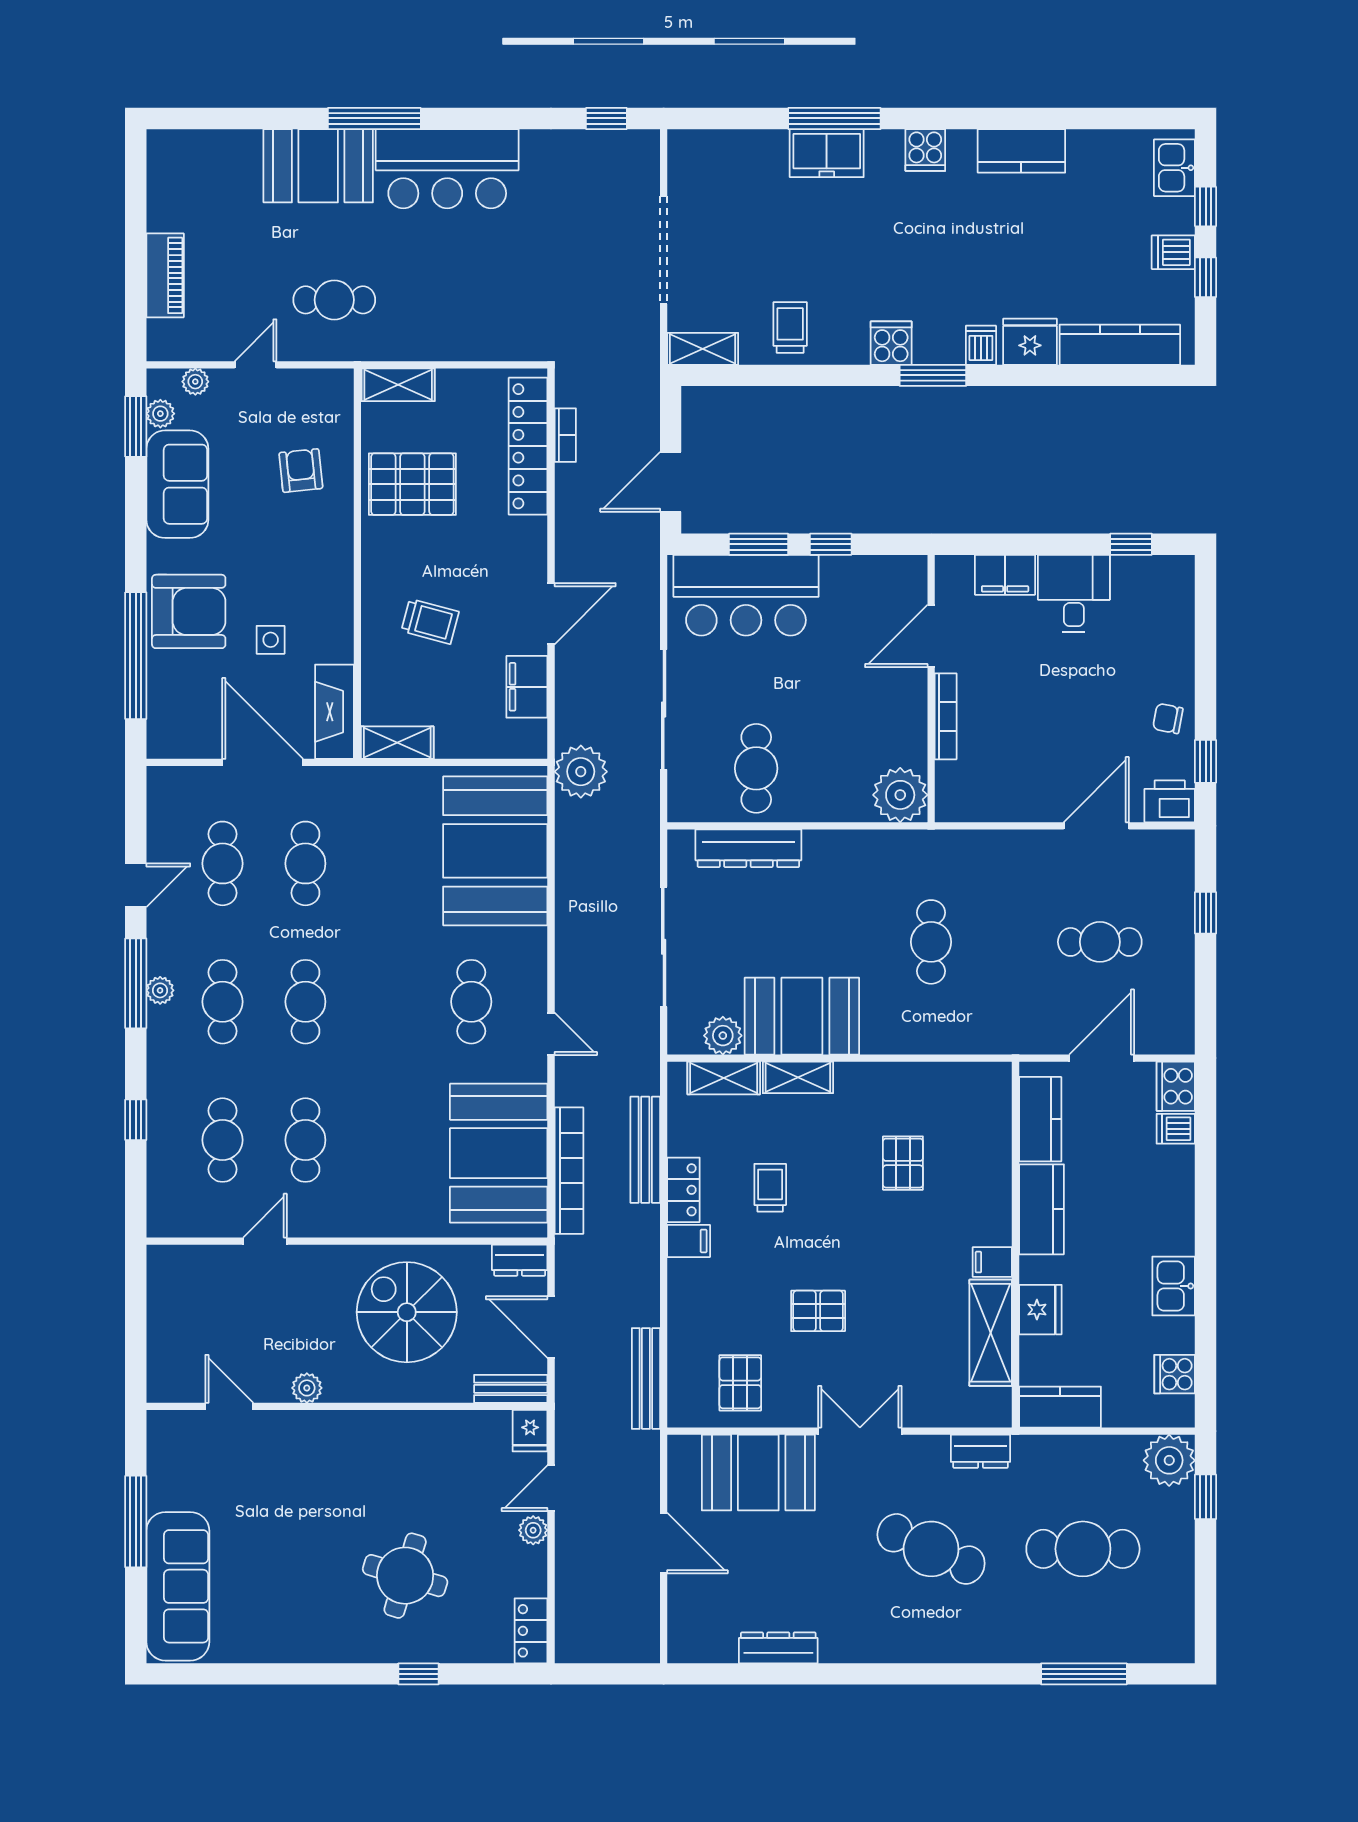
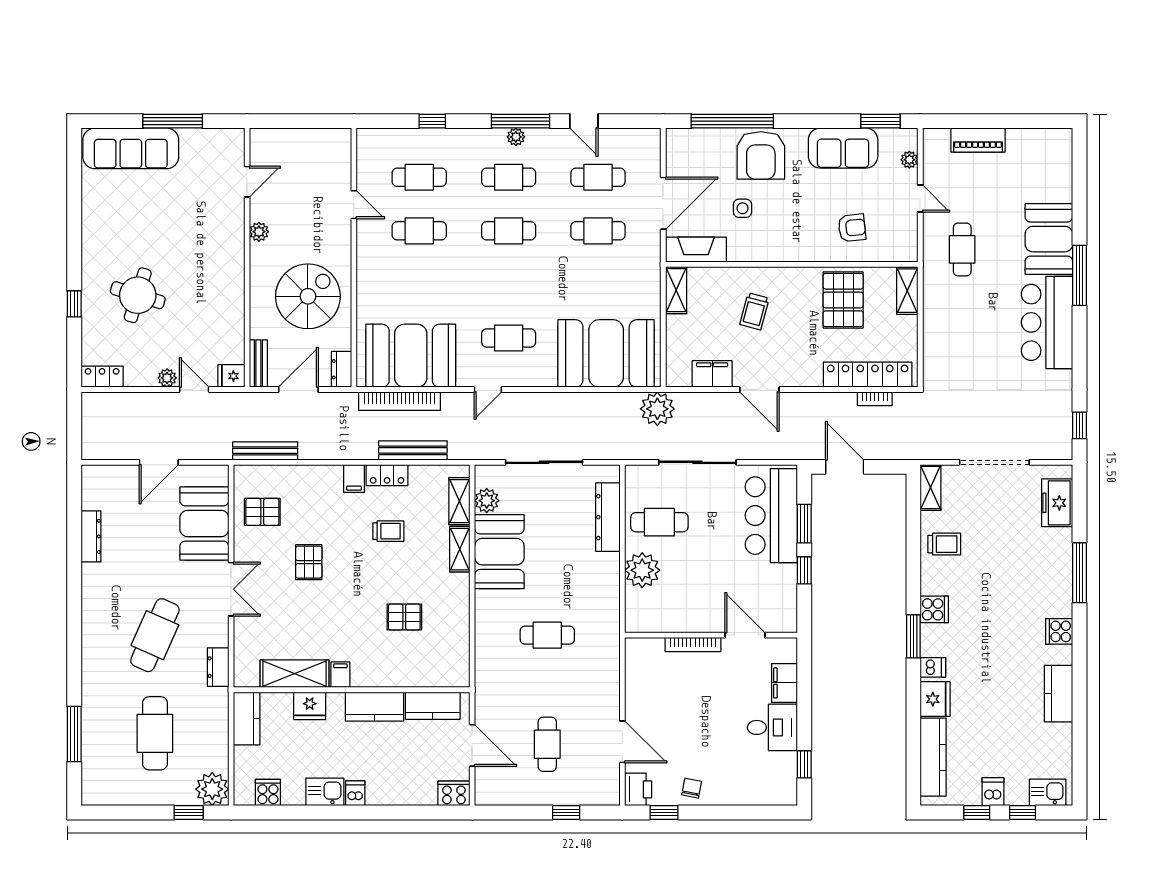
freezer: (827, 153) -> (1057, 503), moved
plant: (160, 414) -> (889, 137), removed
plant: (900, 795) -> (642, 570), moved
dishwasher: (1176, 1129) -> (355, 793), moved

